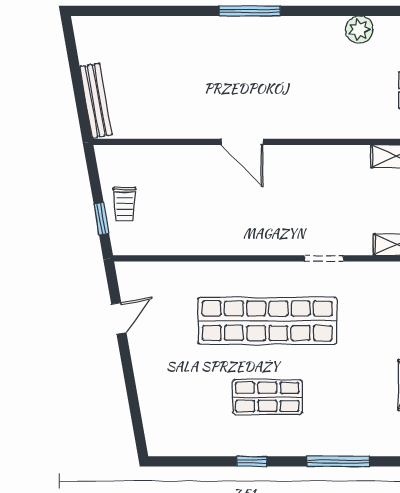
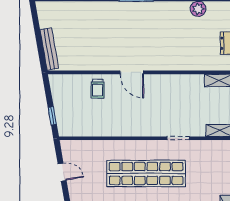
trolley: (125, 204) -> (98, 89), moved
door: (119, 318) -> (62, 172), hinge flipped

